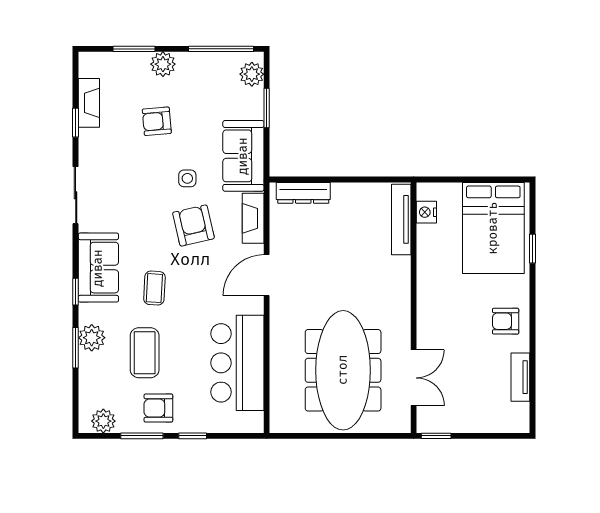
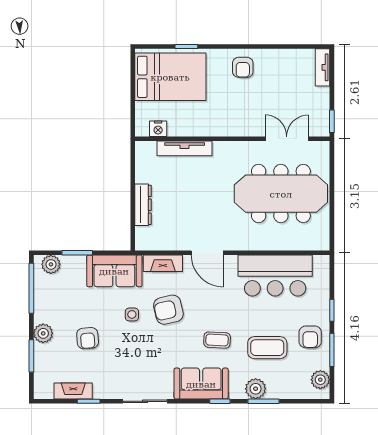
dresser: (303, 193) -> (143, 205), moved
tv unit: (401, 219) -> (185, 148), moved
tv unit: (520, 377) -> (323, 67), moved, turned 90

